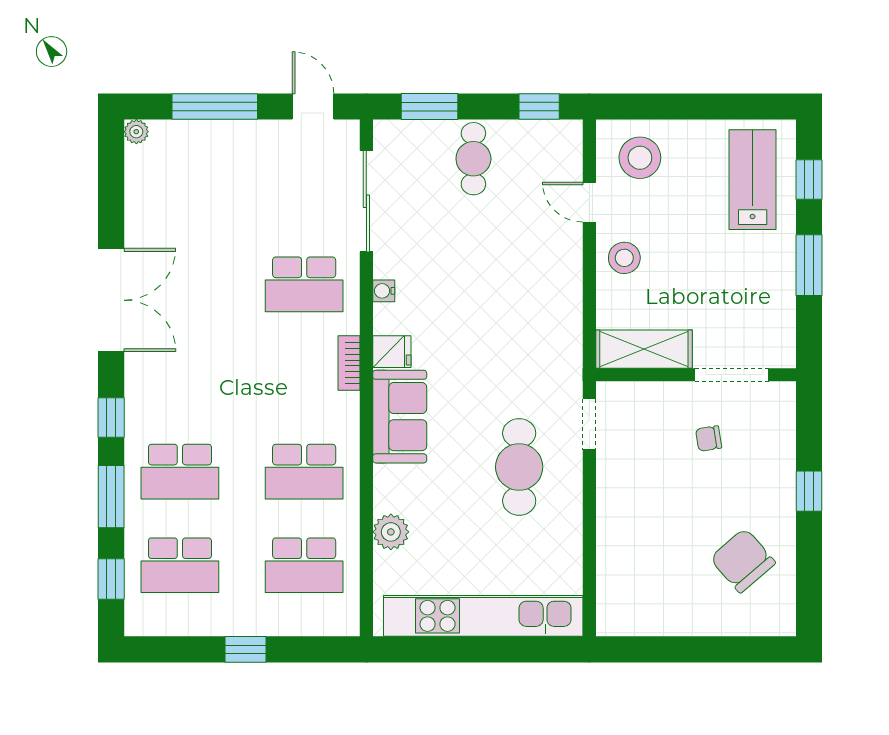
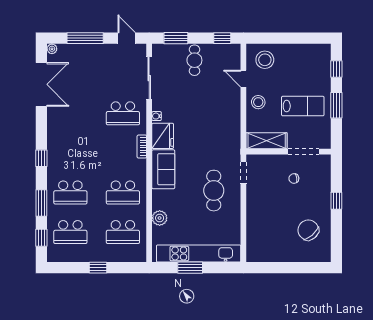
lab bench: (753, 180) -> (303, 106), moved, turned 90
double door: (111, 300) -> (41, 84), moved
fridge: (392, 352) -> (163, 136), width x1.88, depth x1.34
window: (111, 417) -> (41, 158), moved
window: (463, 649) -> (190, 268), added

